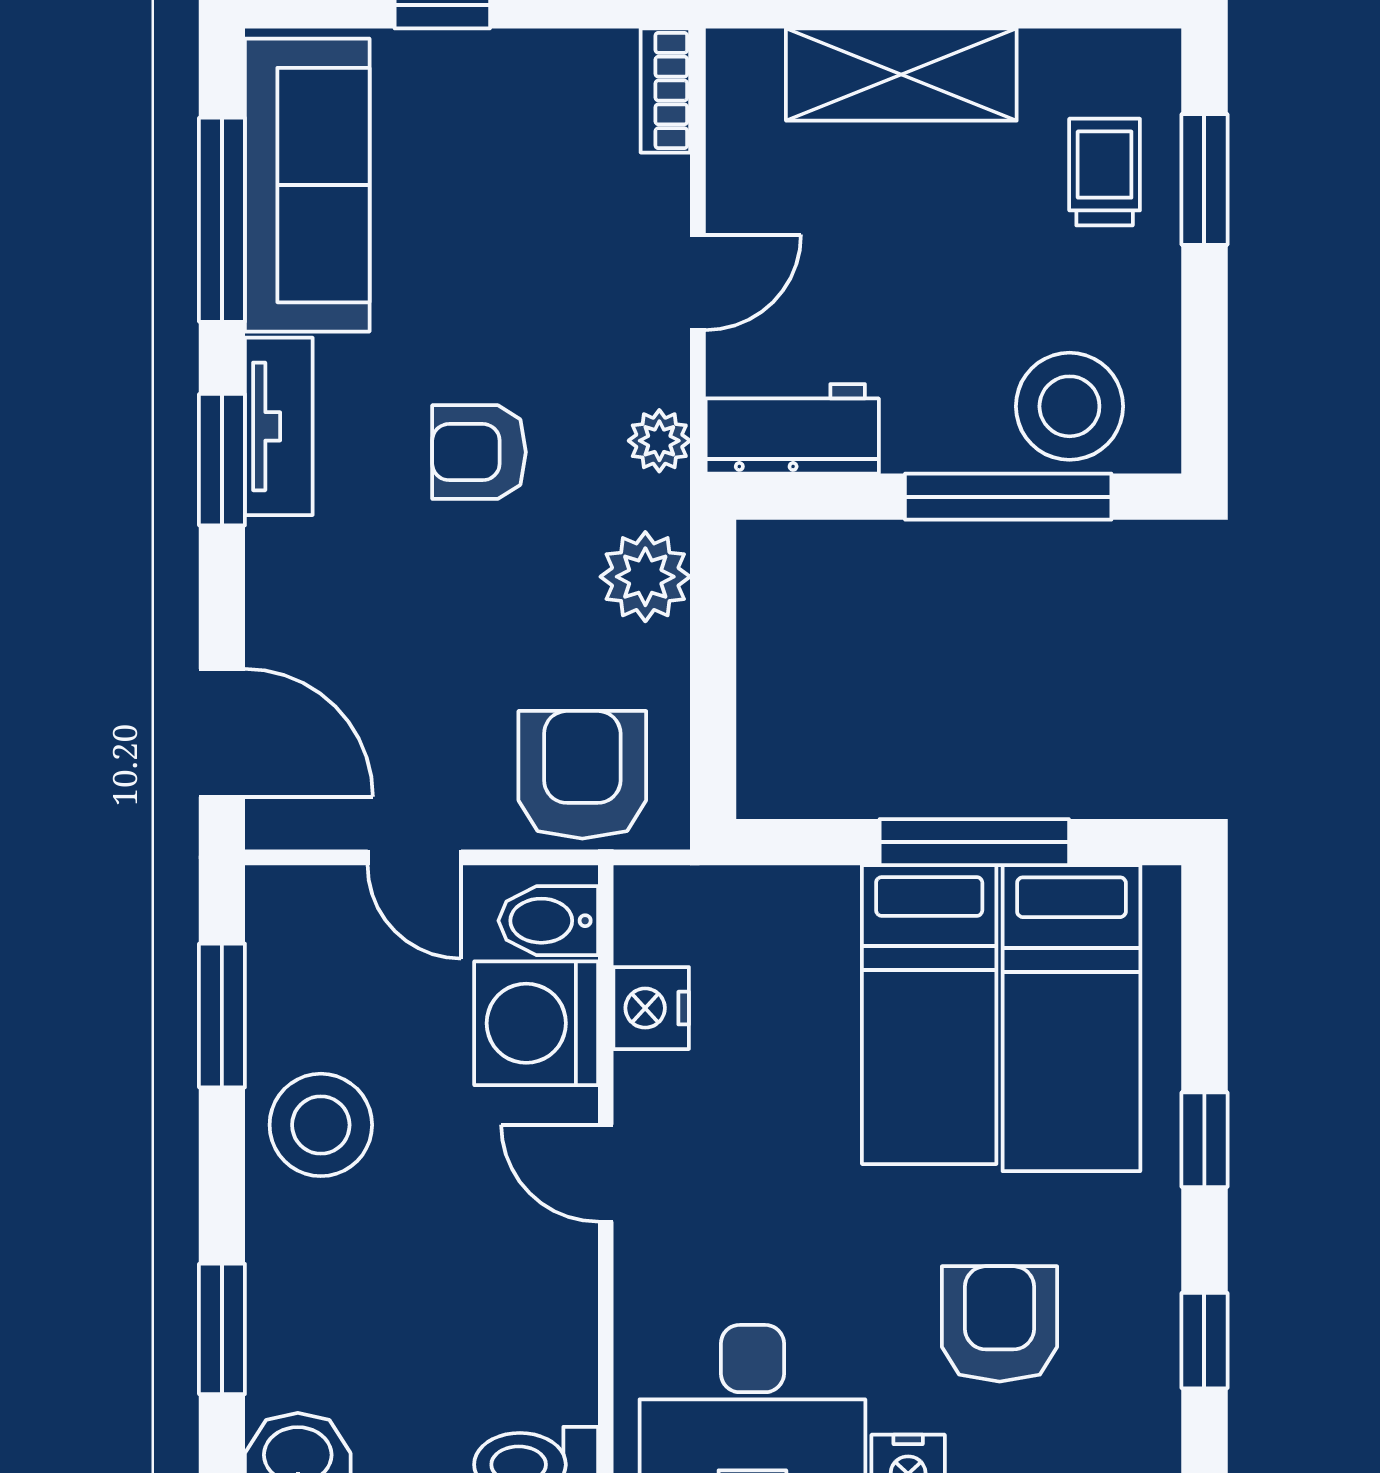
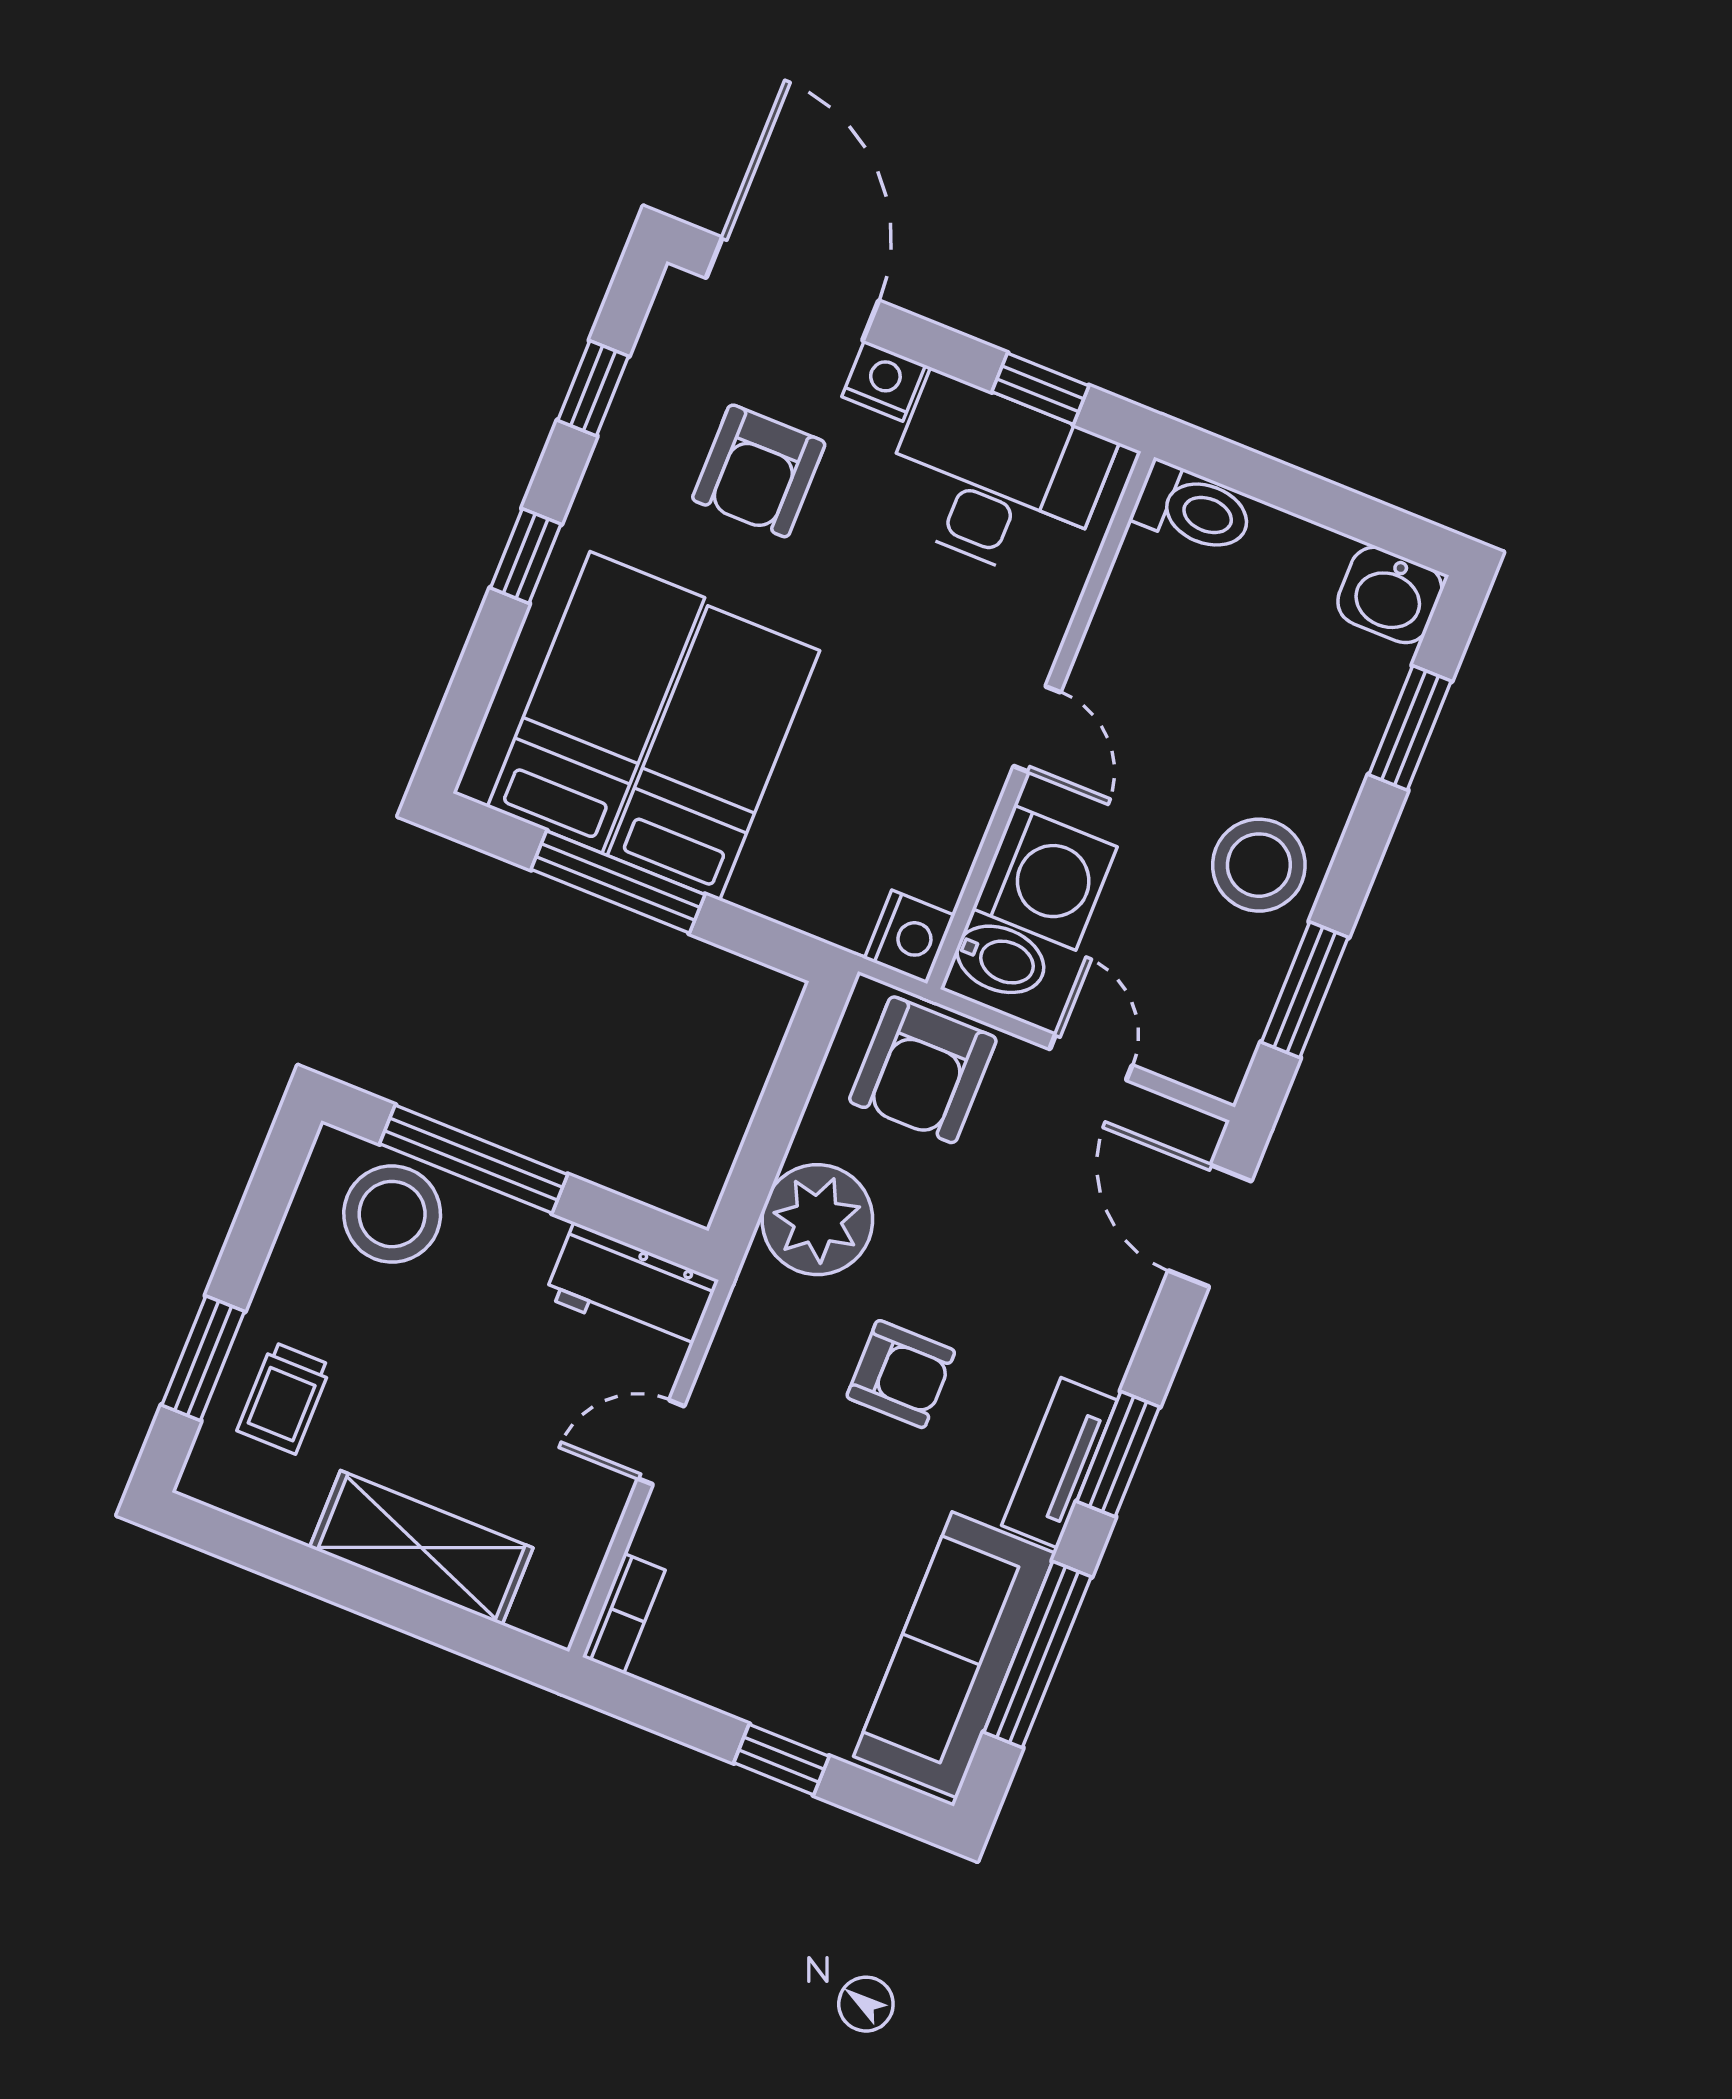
plant: (659, 441) -> (746, 1323), removed
plant: (645, 577) -> (817, 1220), width x1.36, depth x1.36
nightstand: (651, 1008) -> (909, 937), moved

